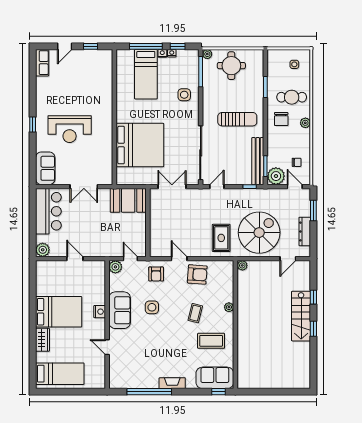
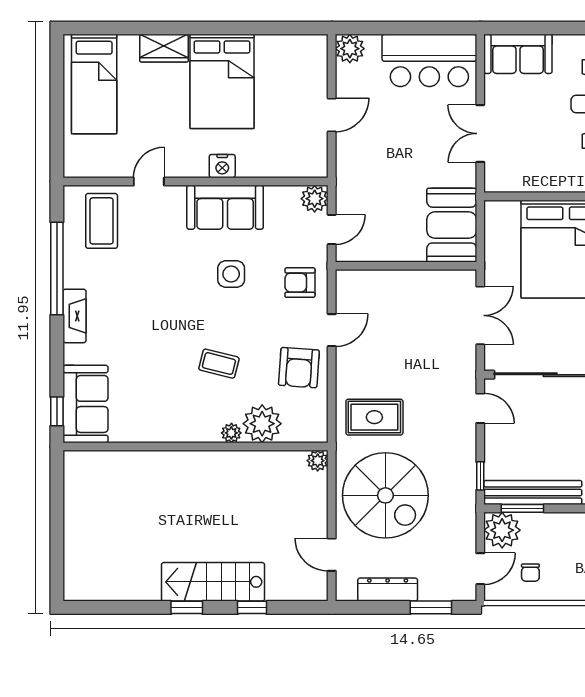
plant: (224, 292) -> (262, 424), added
coffee table: (211, 341) -> (102, 221), moved

